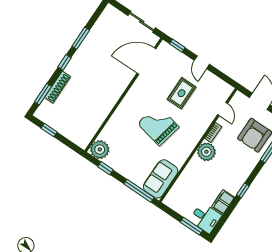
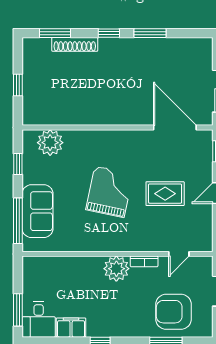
window: (49, 130) -> (18, 85), moved
plant: (100, 149) -> (50, 143), moved
sofa: (161, 179) -> (38, 211), moved, turned 90

